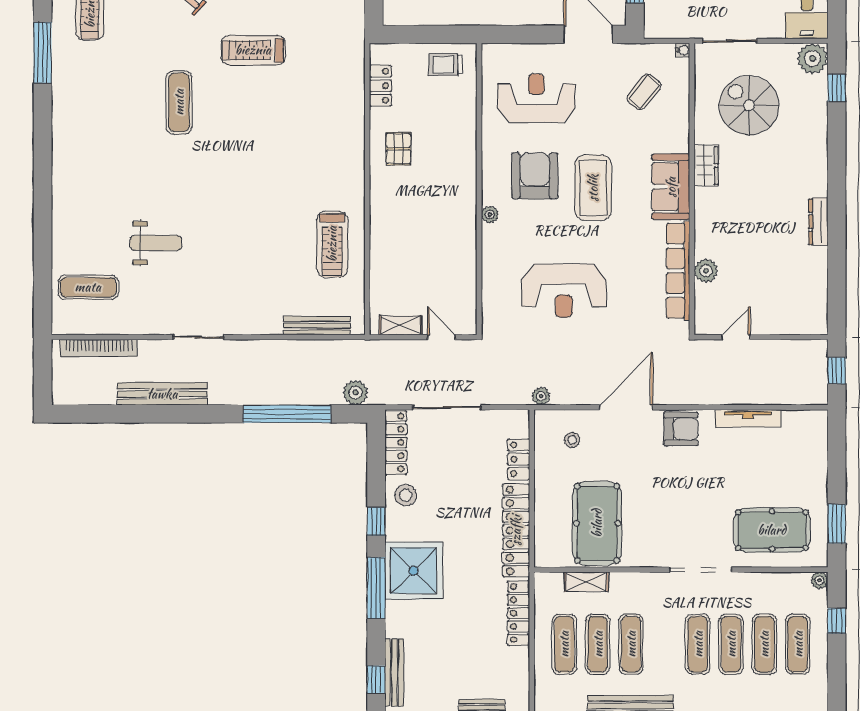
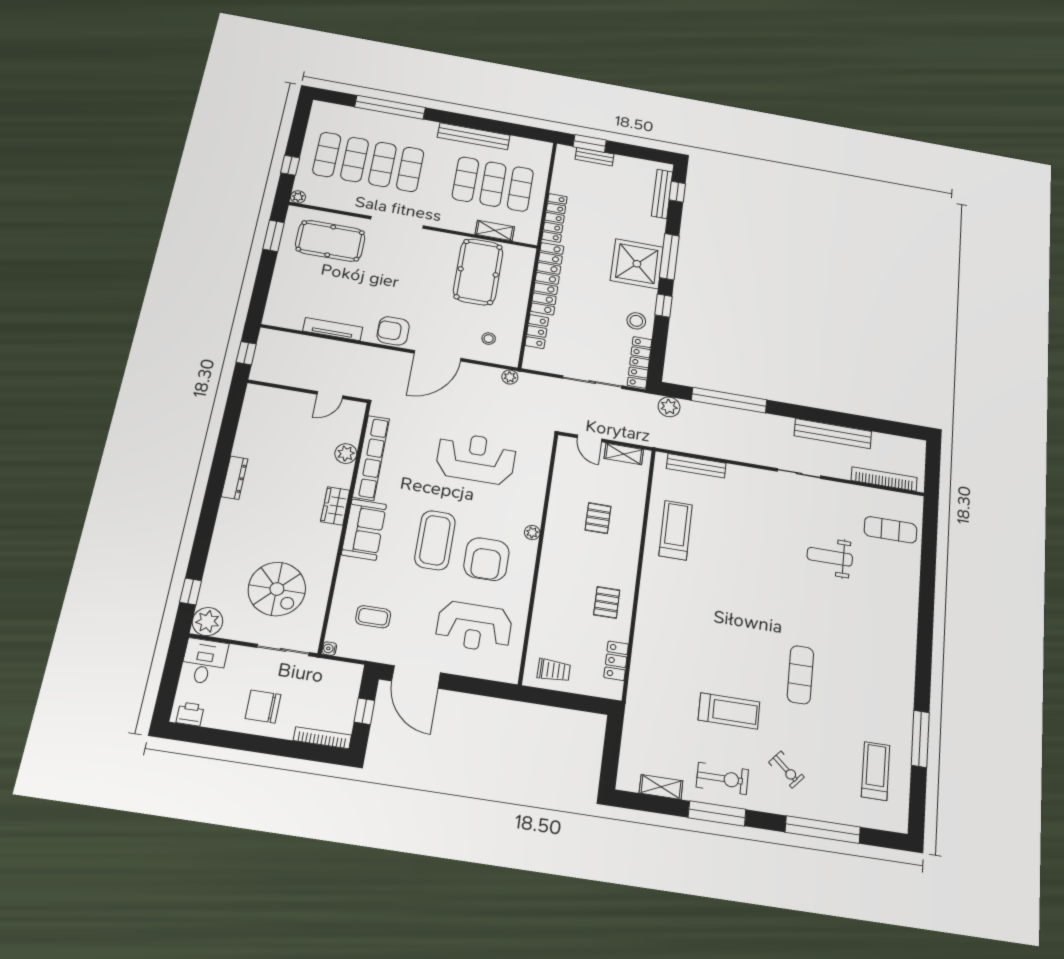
coffee table: (644, 92) -> (373, 617), turned 51
wardrobe: (706, 165) -> (335, 506), moved
pallet: (420, 244) -> (598, 518), added

